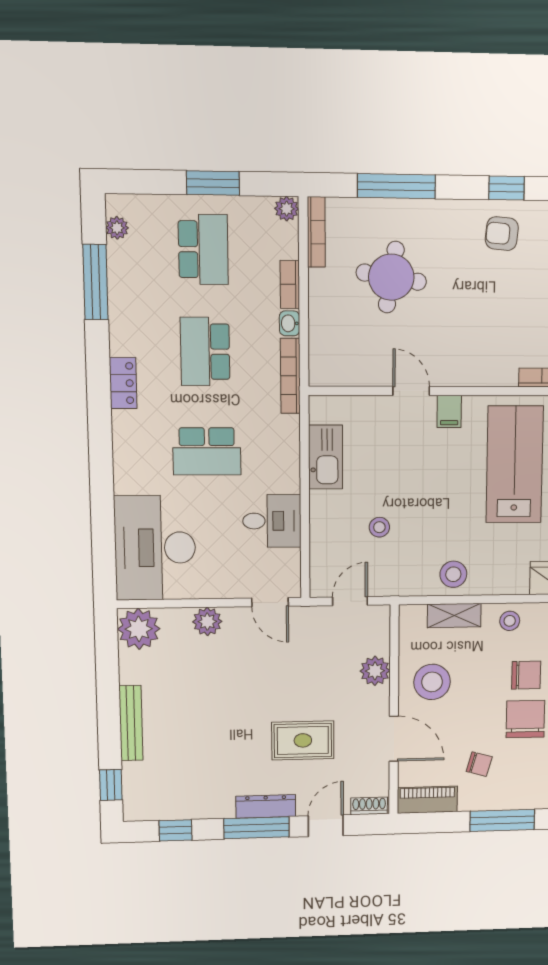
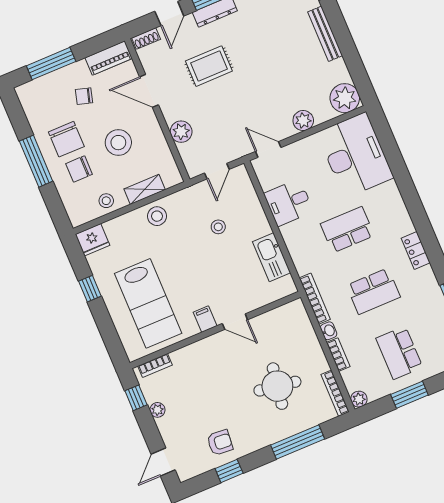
school desk: (205, 352) -> (373, 291), turned 90
stool: (432, 682) -> (118, 143), moved

